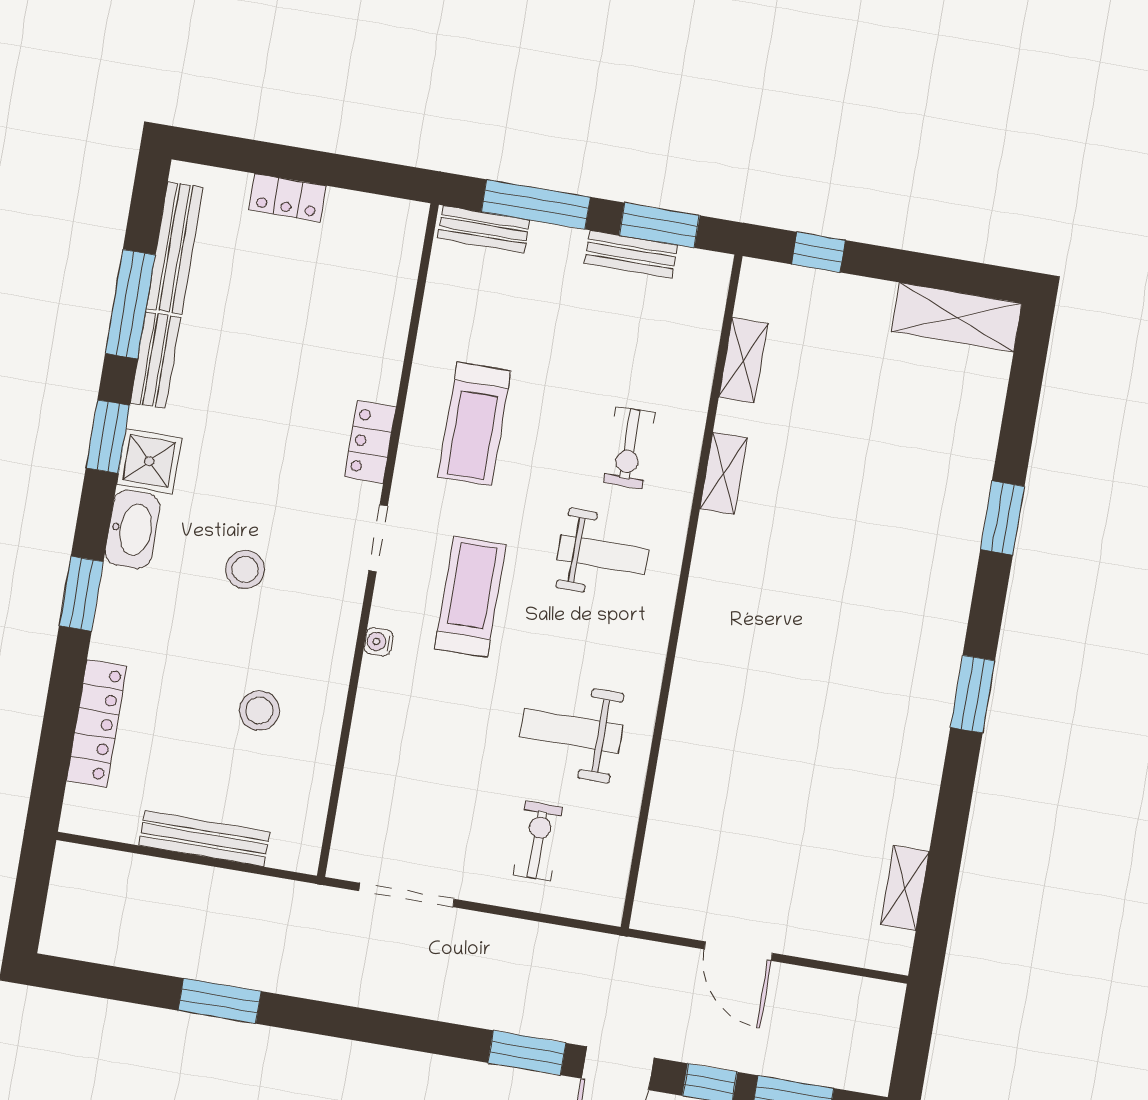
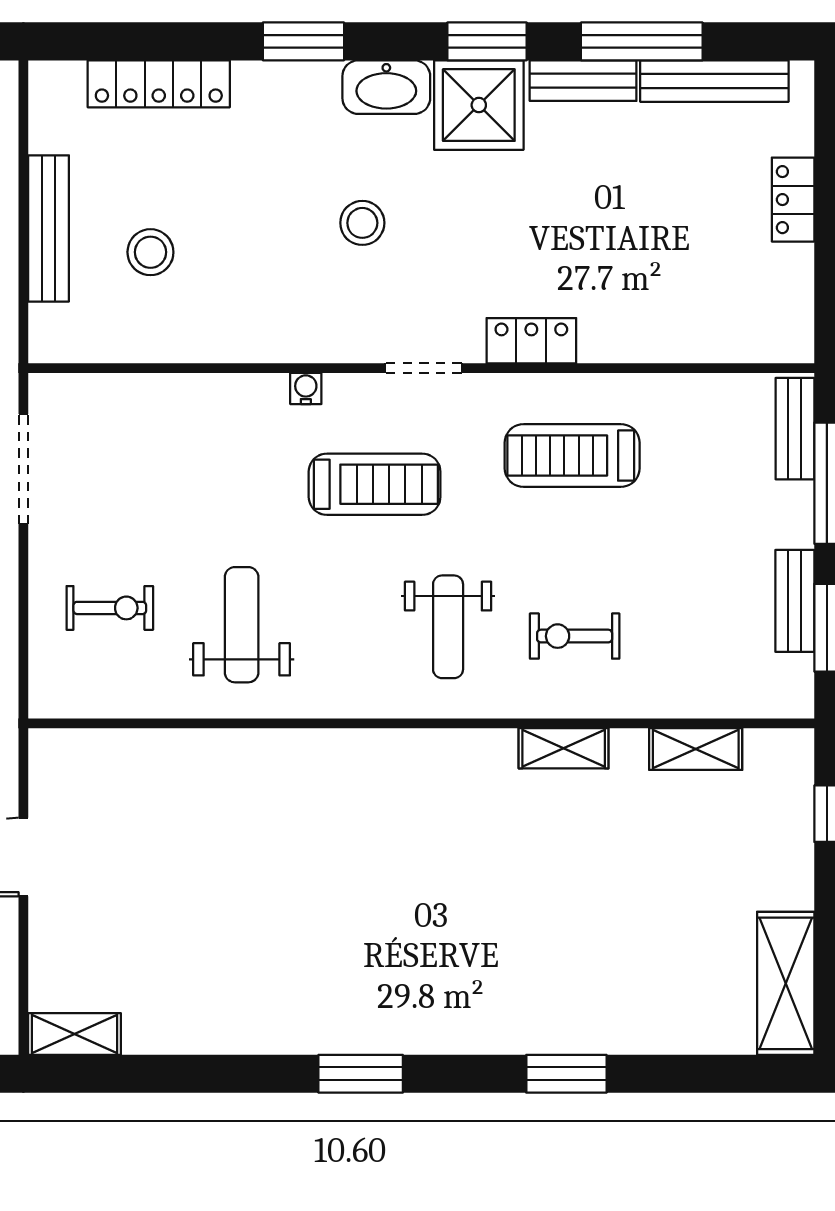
shower: (149, 461) -> (479, 105), width x1.36, depth x1.36
stool: (259, 710) -> (150, 252), moved
shelving: (905, 888) -> (74, 1034), moved

